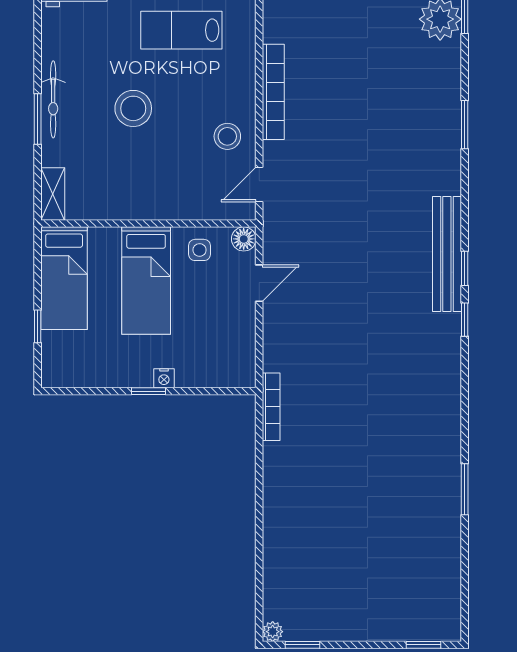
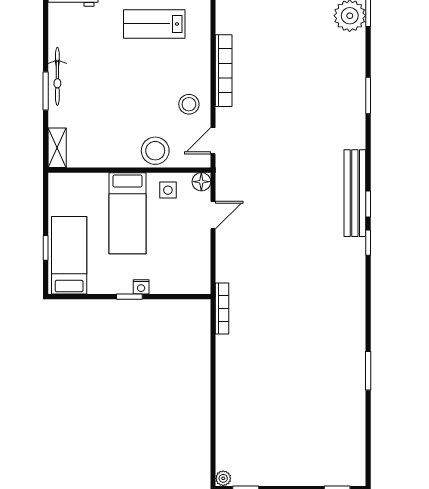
stool: (133, 108) -> (155, 151), moved
bed: (64, 278) -> (69, 255), moved, turned 180

